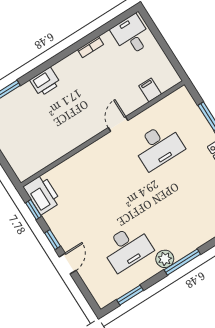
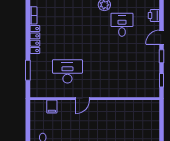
printer: (42, 194) -> (154, 15), moved, width x0.53, depth x0.68
desk: (127, 248) -> (122, 25), width x0.73

